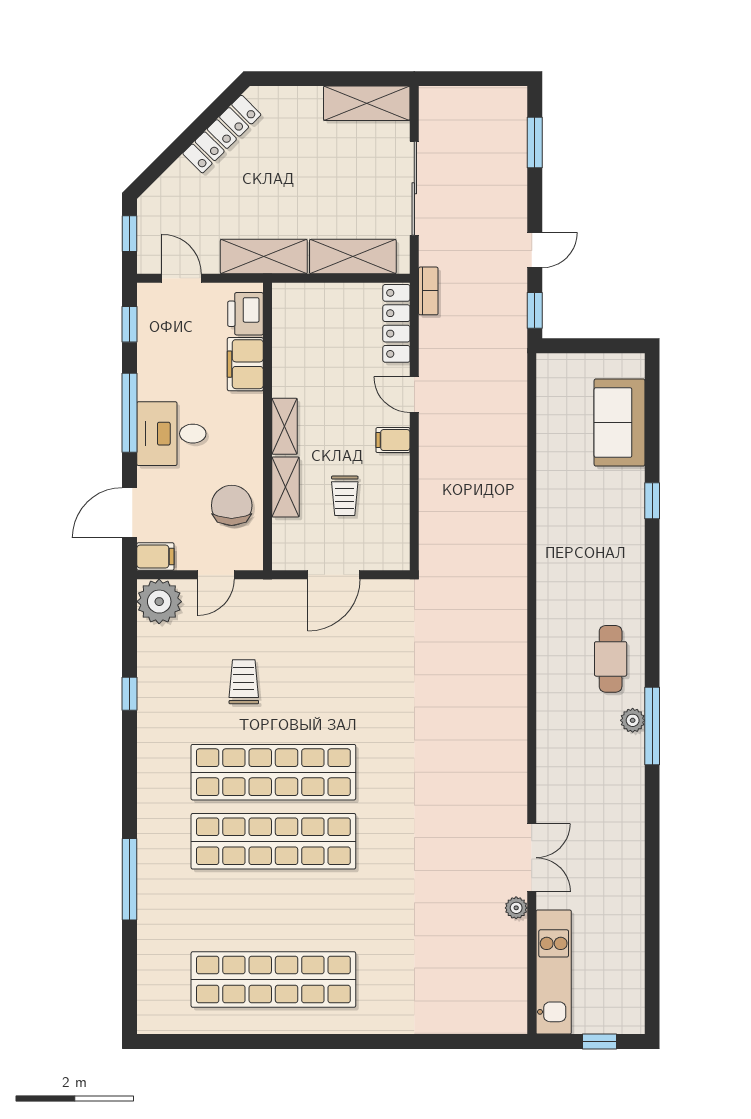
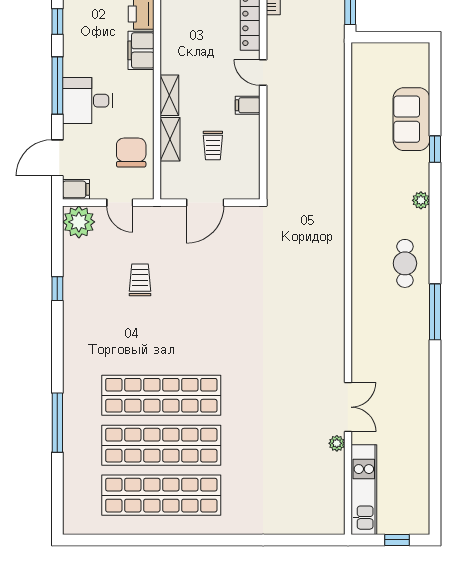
sofa: (620, 423) -> (411, 119), moved
door: (216, 575) -> (120, 203), hinge flipped
plant: (633, 720) -> (421, 200), moved
shop shelf: (273, 772) -> (161, 445), moved

